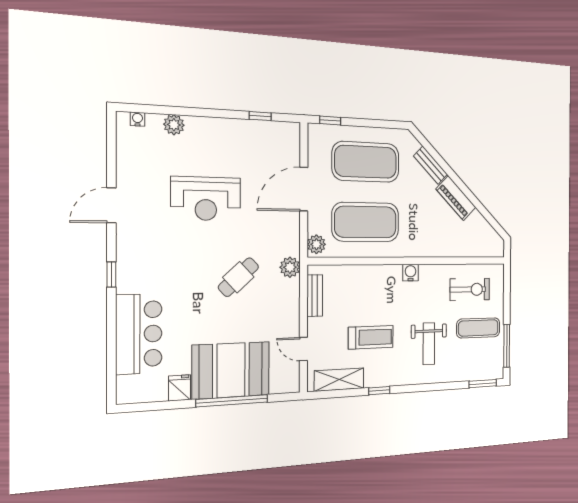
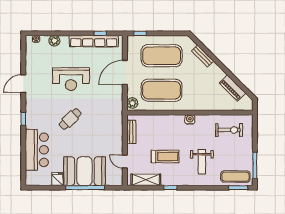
row of seats: (248, 130) -> (94, 41), added
piano: (456, 198) -> (232, 88), moved
plant: (290, 267) -> (117, 116), removed
cafe table: (238, 277) -> (70, 119), moved
exercise mat: (478, 328) -> (235, 177), moved

